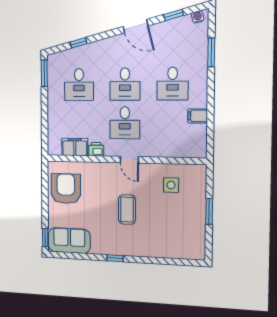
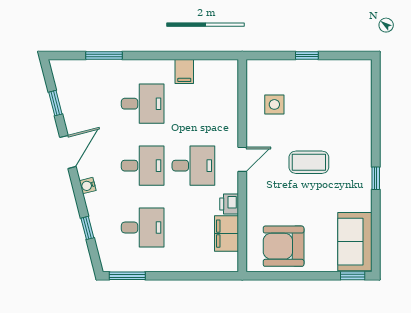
water cooler: (198, 17) -> (88, 186), moved
window: (209, 211) -> (307, 55), width x0.67

